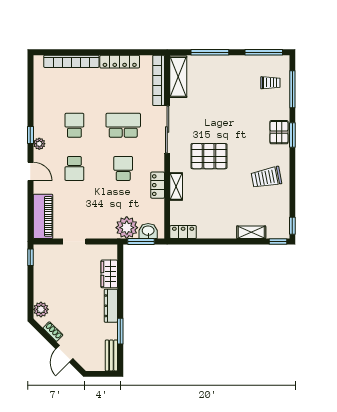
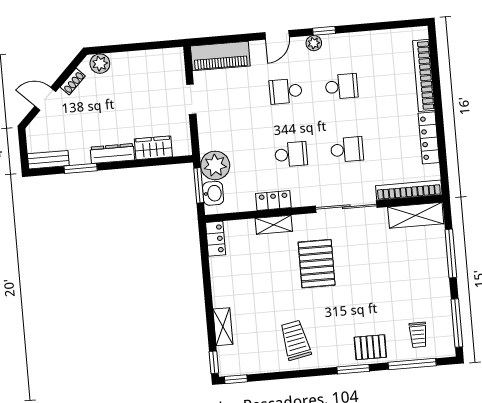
school desk: (123, 125) -> (347, 150), width x0.54
pallet: (279, 132) -> (370, 347), moved
window: (30, 257) -> (166, 44), removed

